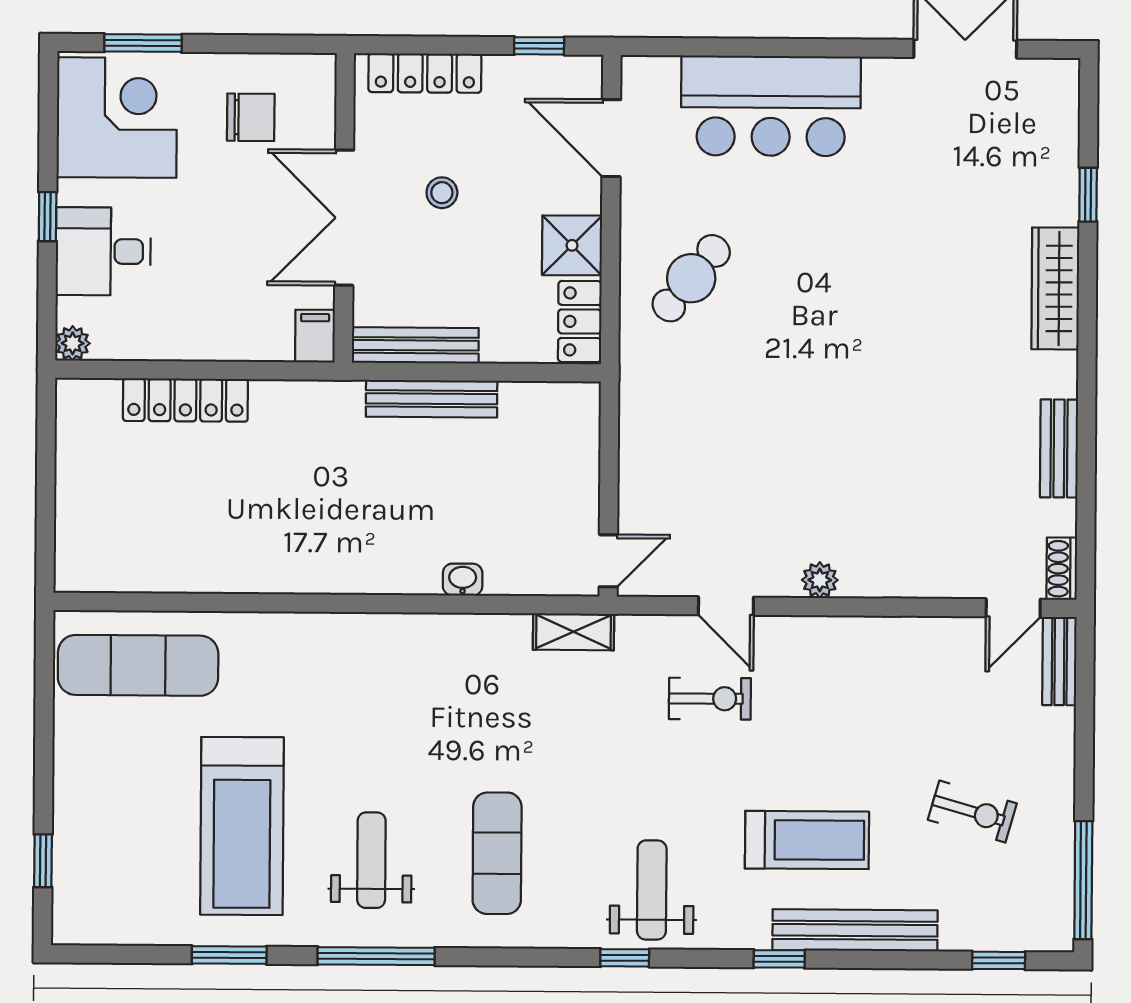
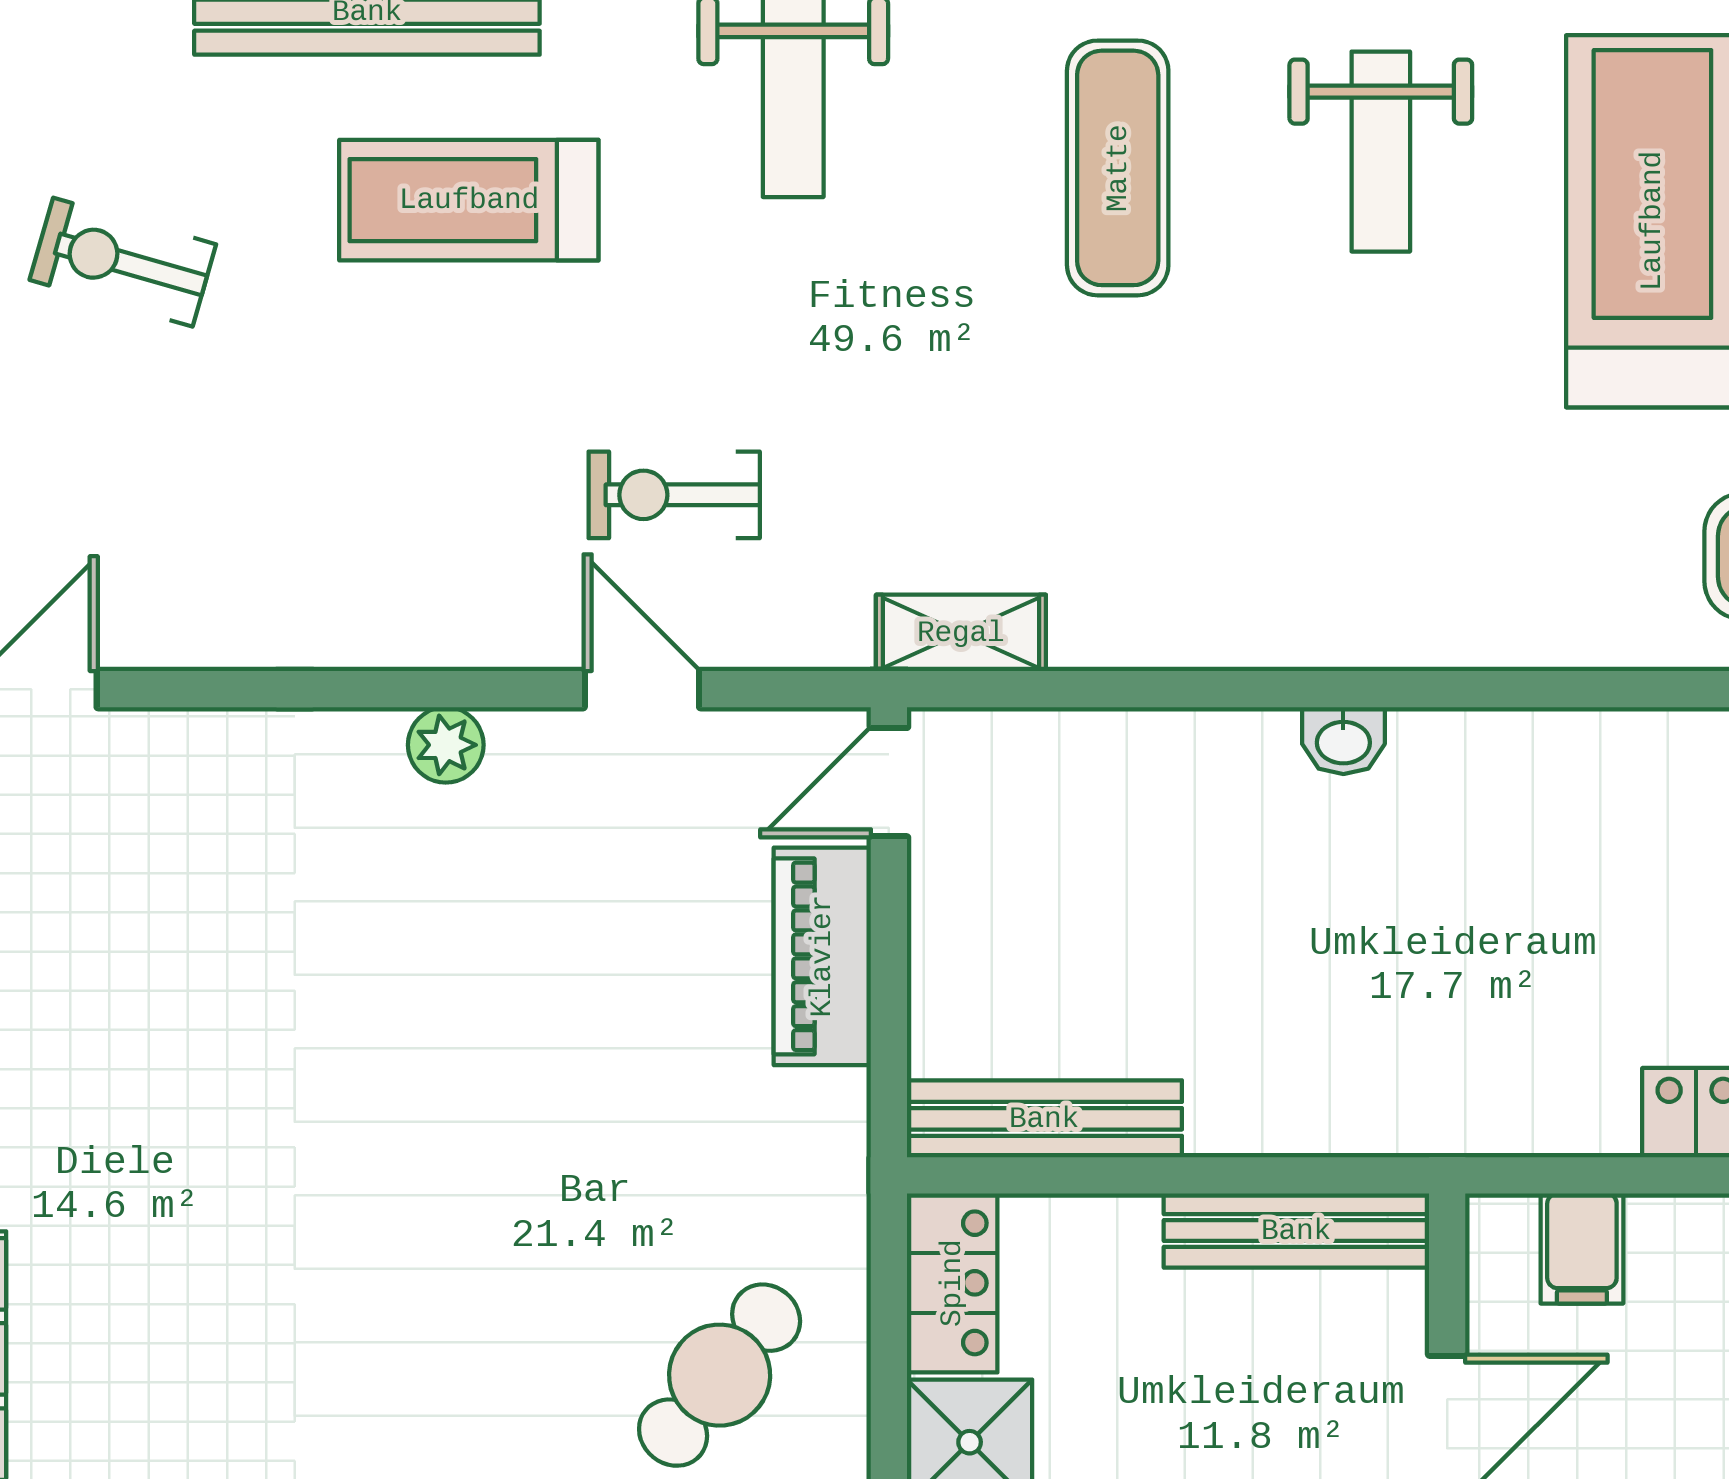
filing cabinet: (315, 336) -> (1582, 1248), moved
bench: (432, 399) -> (1044, 1119), moved
piano: (641, 478) -> (822, 956), added
washbasin: (463, 580) -> (1343, 741), moved

